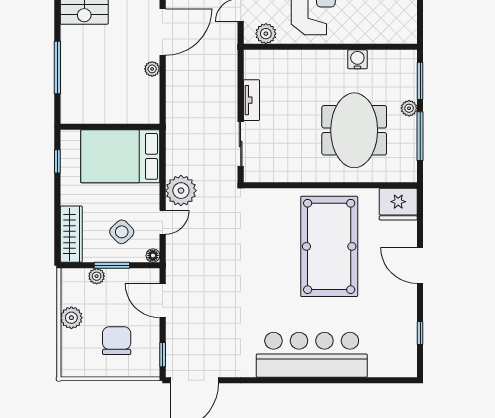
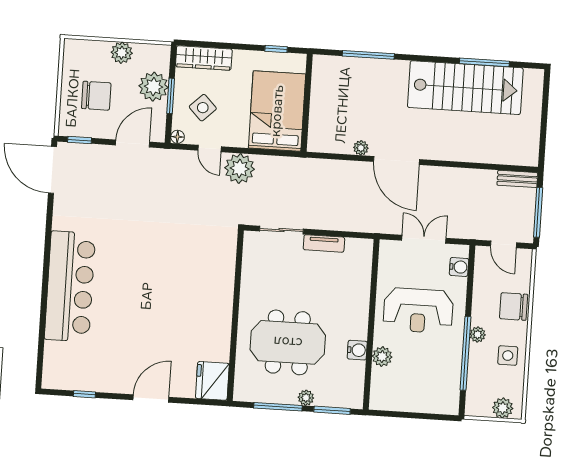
plant: (266, 34) -> (382, 357), moved
pool table: (329, 246) -> (175, 310), removed
plant: (97, 276) -> (153, 87), width x1.87, depth x1.87

